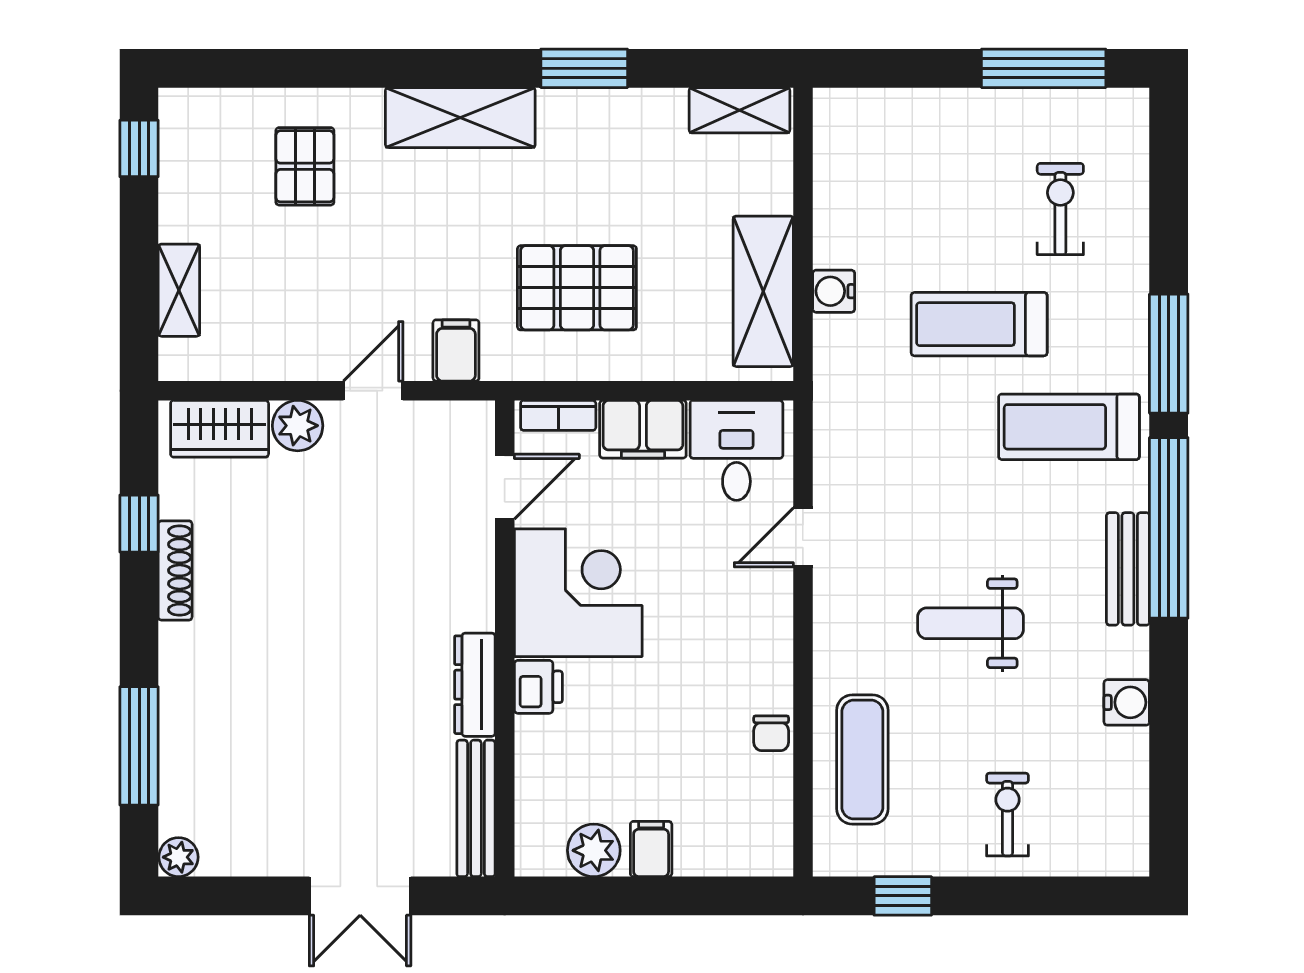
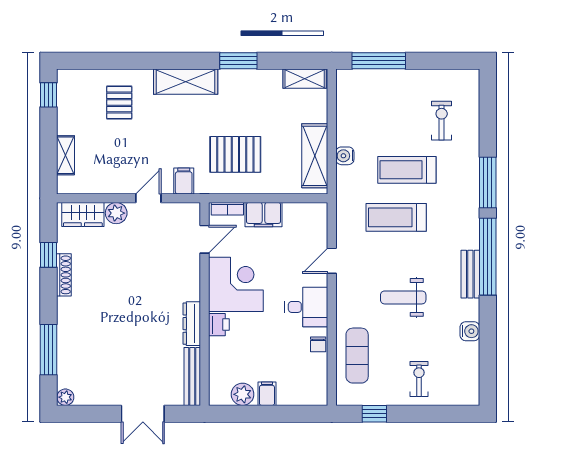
window: (1044, 68) -> (379, 61), moved
treadmill: (1069, 427) -> (396, 217), moved
desk: (736, 450) -> (306, 307), moved, turned 90

